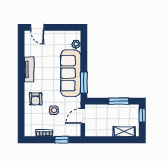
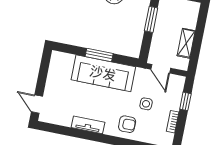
door: (37, 27) -> (37, 104), swing flipped
plant: (76, 44) -> (68, 59), removed
window: (84, 83) -> (99, 55), moved
shelving: (124, 131) -> (186, 43), moved

